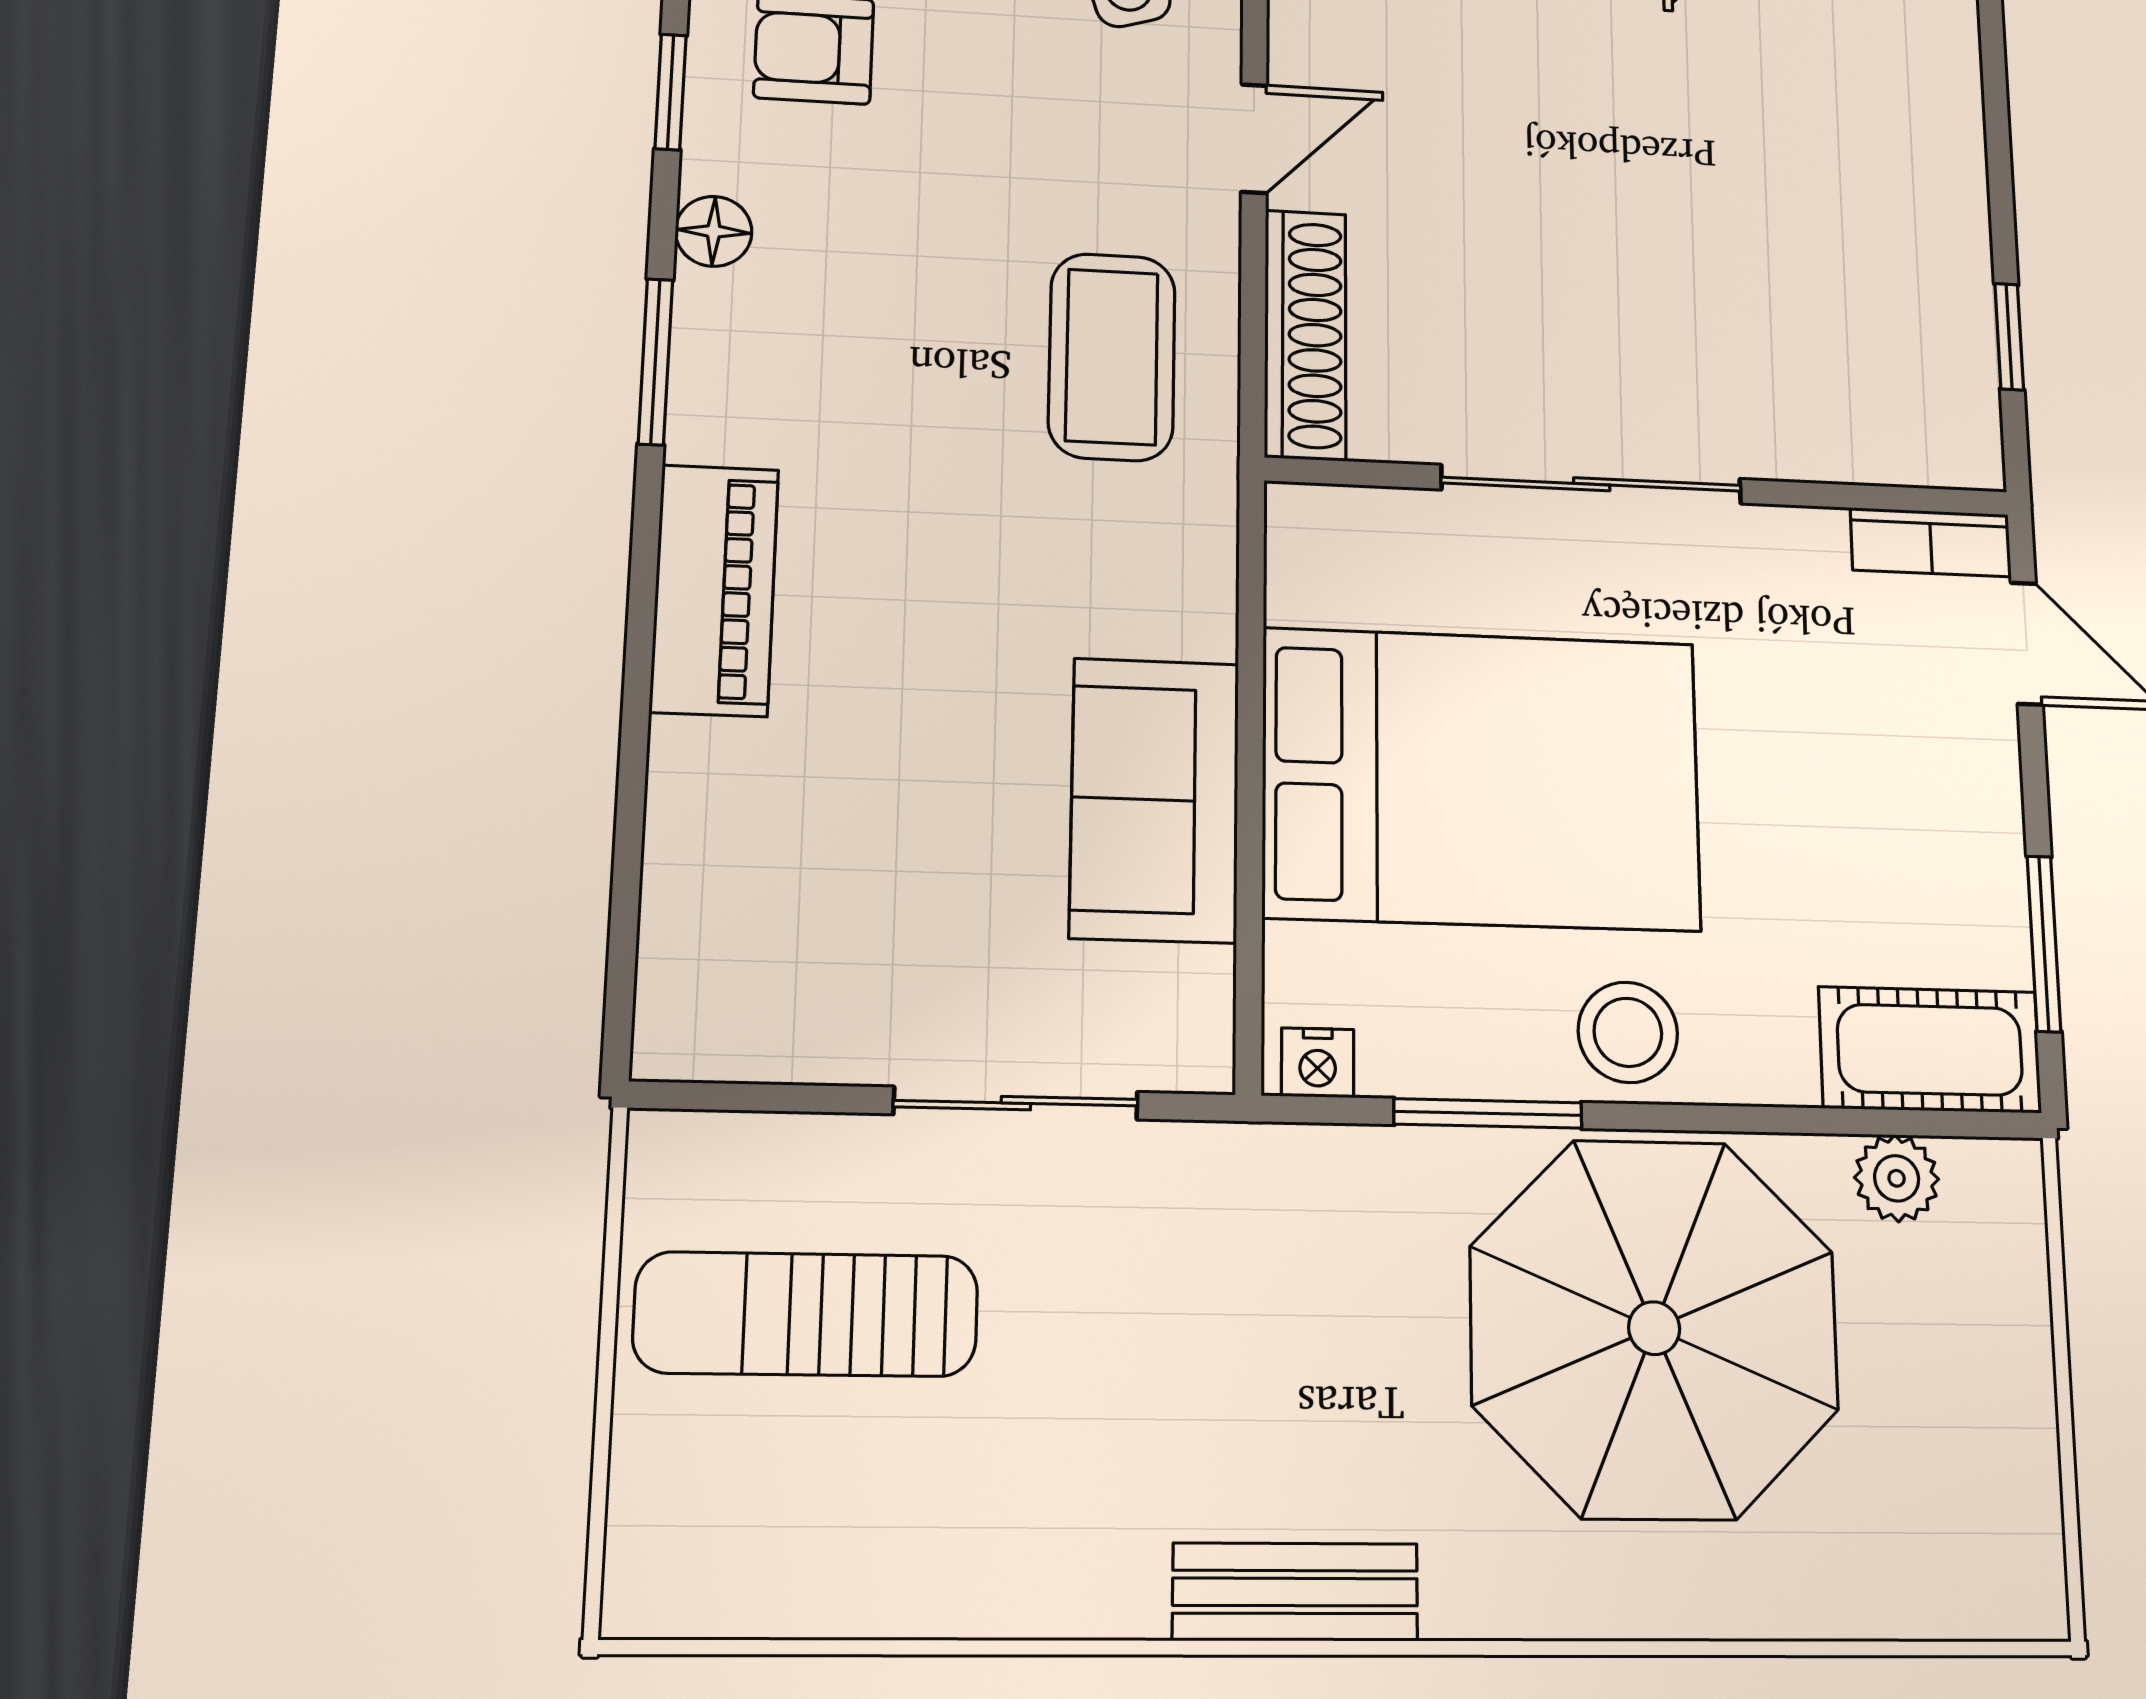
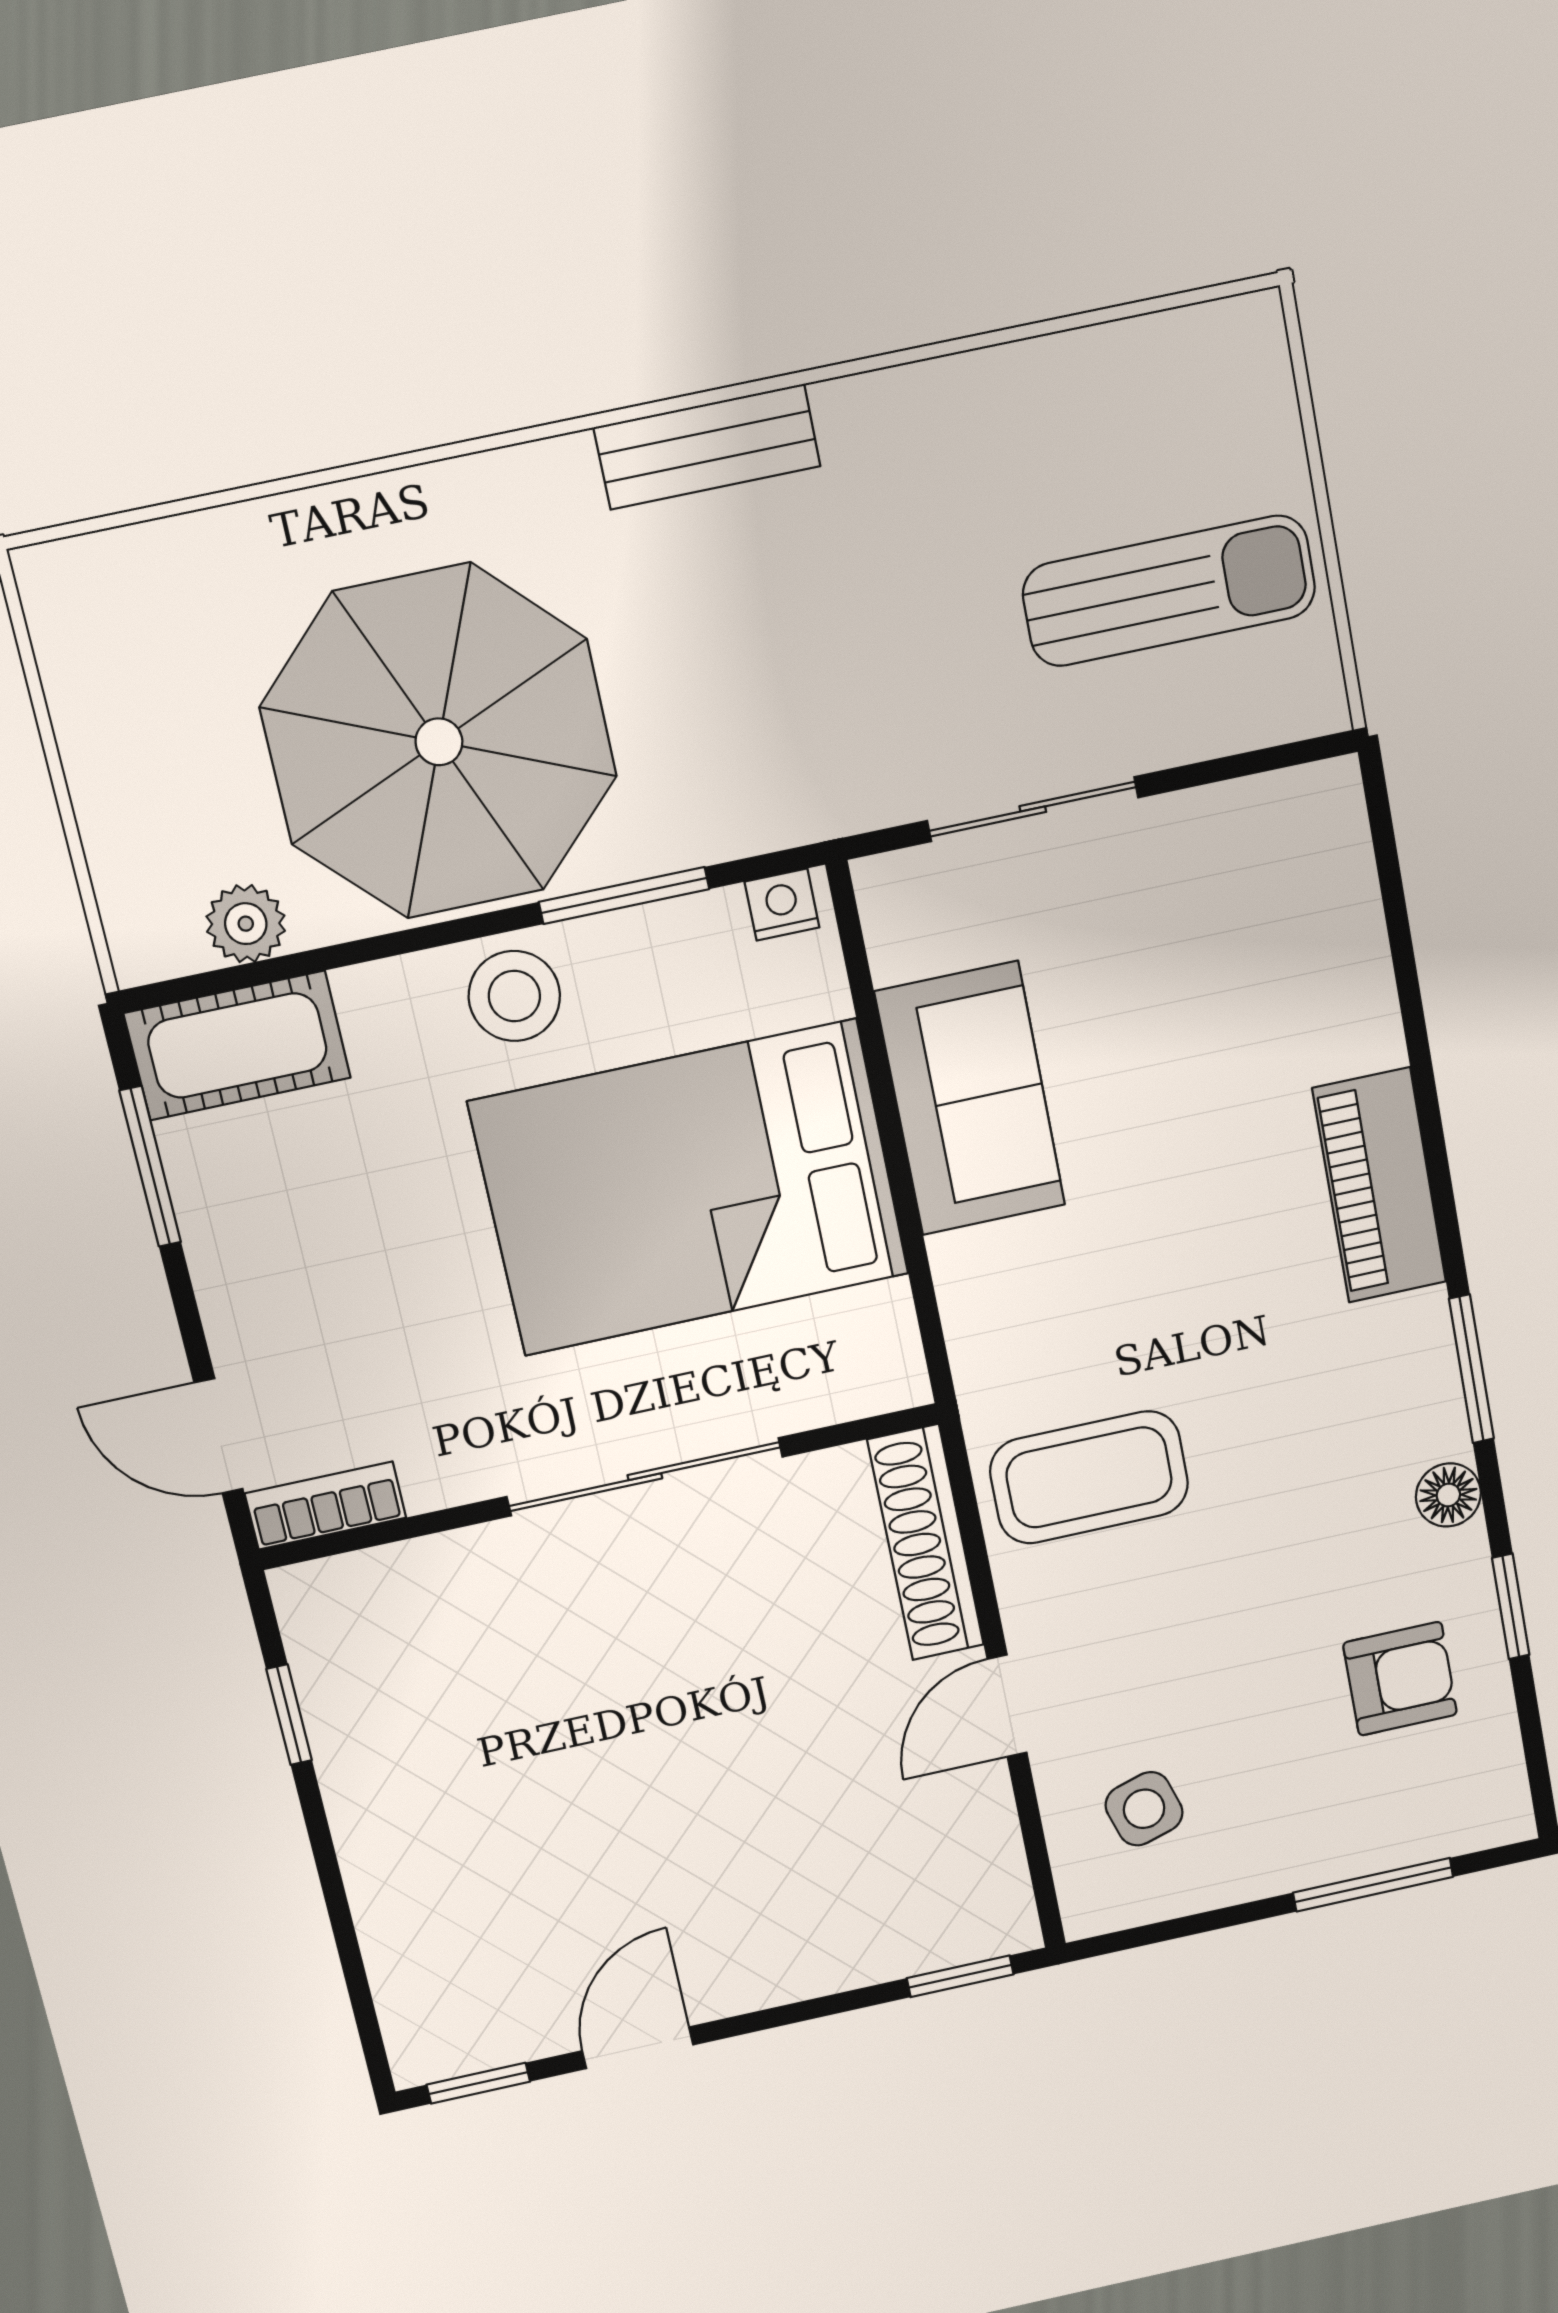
coffee table: (1112, 357) -> (1089, 1477), turned 90

